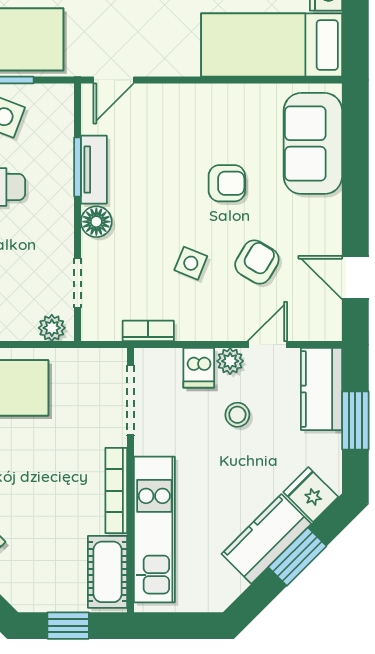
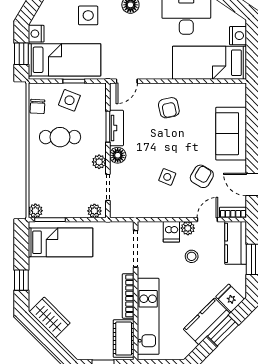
sofa: (313, 143) -> (231, 134), moved
armchair: (227, 183) -> (169, 108), moved, turned 78
plant: (61, 234) -> (99, 162), added
bookcase: (148, 331) -> (233, 212), moved

